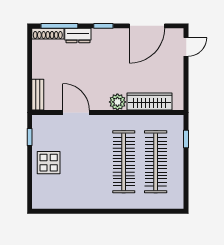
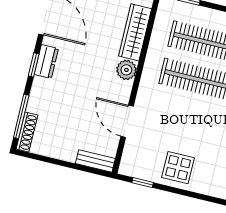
dresser: (78, 35) -> (46, 61), moved
door: (76, 112) -> (127, 121), hinge flipped

